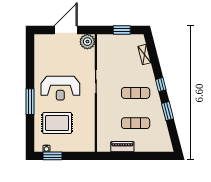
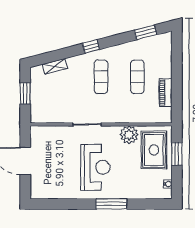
plant: (87, 42) -> (129, 135), moved
window: (168, 111) -> (146, 32), moved
rug: (57, 123) -> (154, 150), moved
window: (52, 156) -> (177, 154), moved

